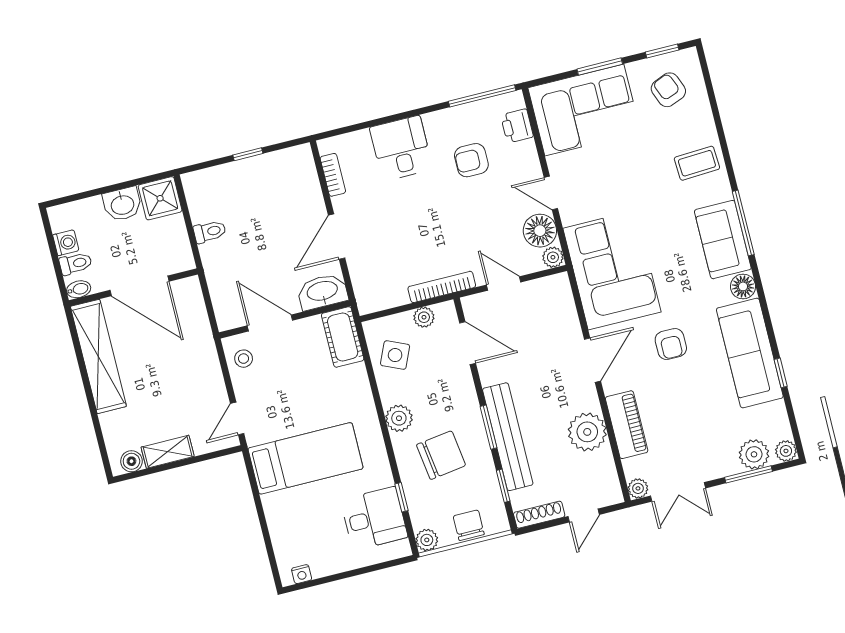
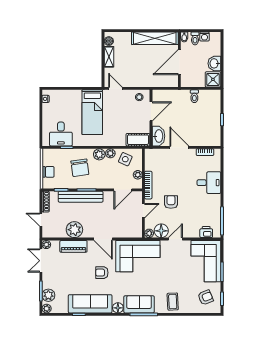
armchair: (471, 160) -> (171, 202), moved
plant: (427, 540) -> (110, 153), moved

